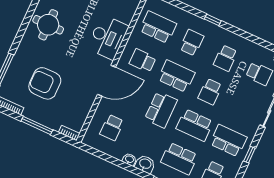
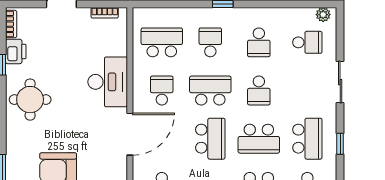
school desk: (143, 61) -> (162, 91), turned 90
school desk: (228, 141) -> (307, 139), turned 90

